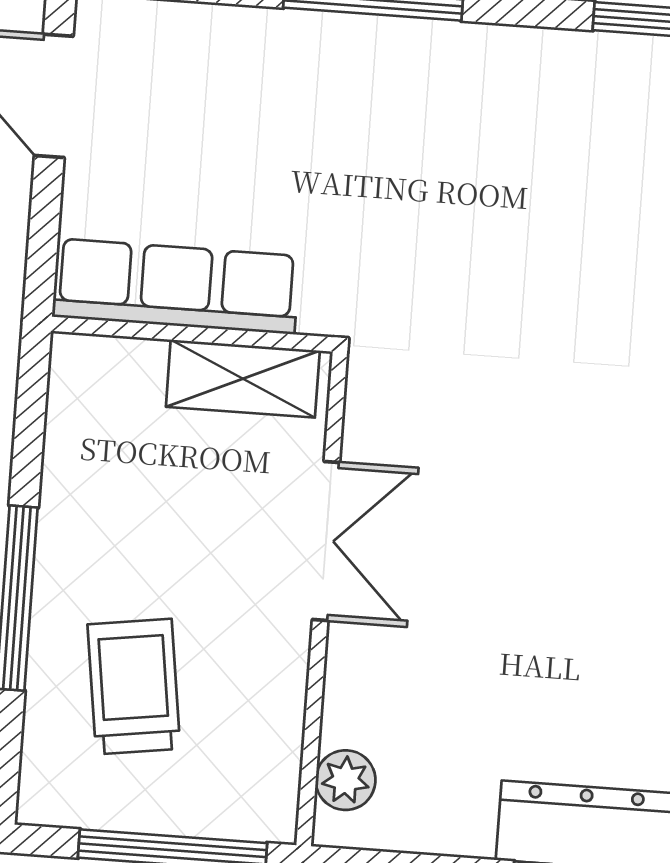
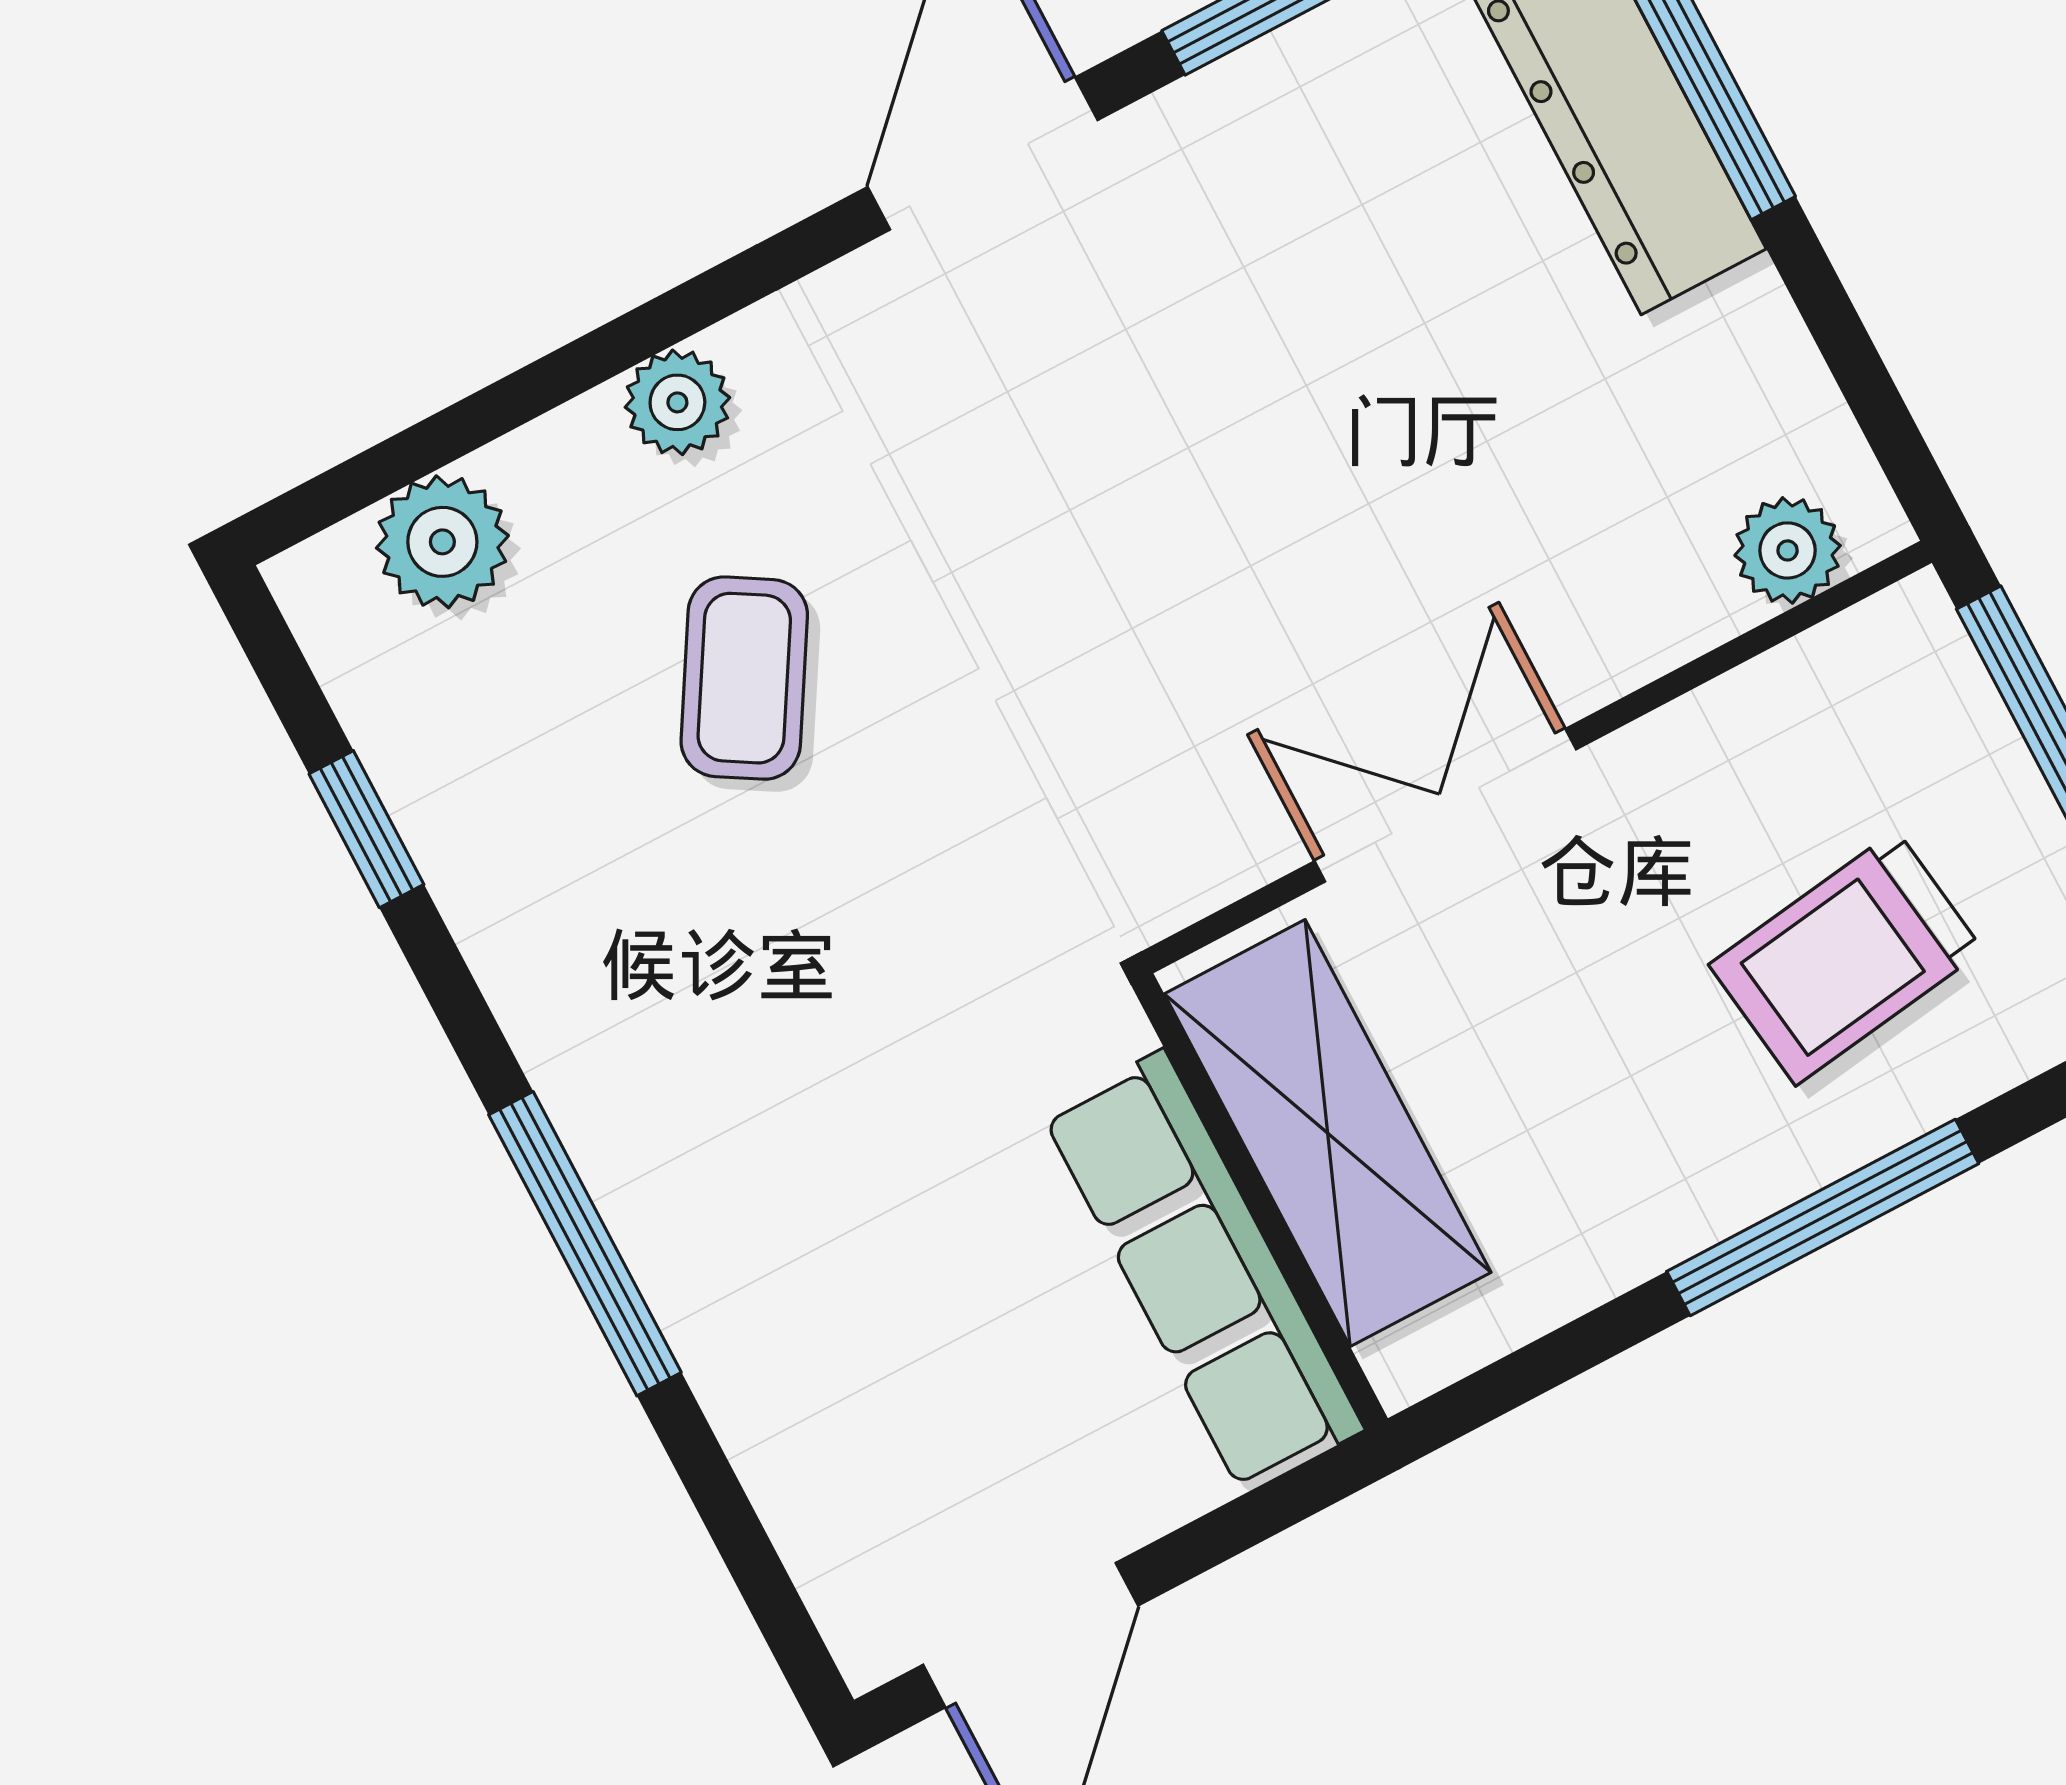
coffee table: (596, 244) -> (744, 678), added
shelving: (243, 379) -> (1328, 1133), width x1.50, depth x1.33

